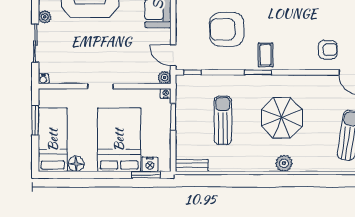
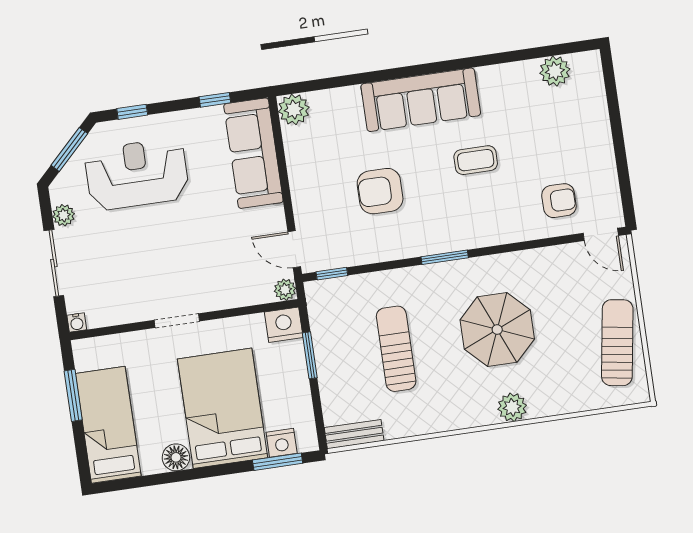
armchair: (227, 29) -> (380, 191), width x0.73, depth x0.73
coffee table: (266, 55) -> (476, 160), moved, turned 90
nightstand: (166, 93) -> (284, 325), width x1.89, depth x1.79
floor lamp: (76, 164) -> (176, 457), moved

